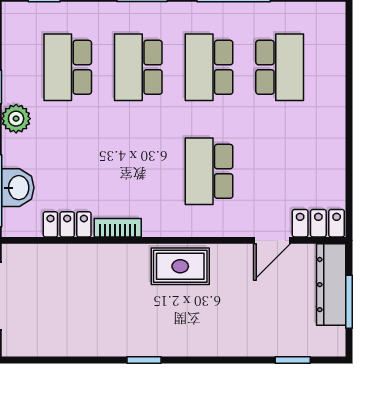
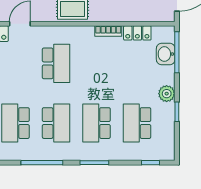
school desk: (68, 67) -> (137, 123), turned 180
school desk: (138, 67) -> (97, 123), turned 180

